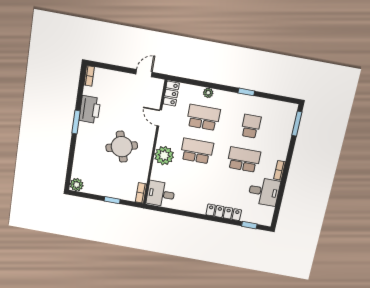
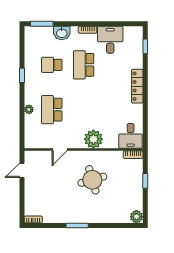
door: (144, 73) -> (22, 170), hinge flipped
locker: (171, 94) -> (36, 143), removed
printer: (90, 109) -> (63, 215), removed
washbasin: (282, 143) -> (62, 33), added
school desk: (197, 151) -> (84, 110), removed
locker: (224, 212) -> (137, 86), moved

